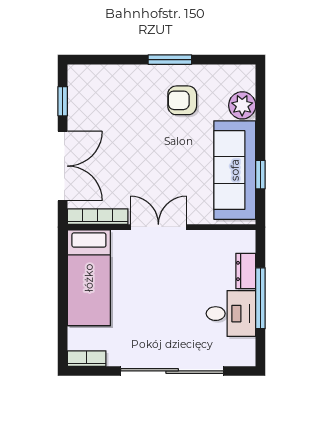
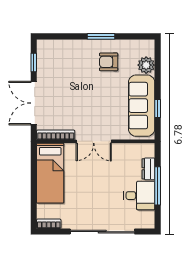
double door: (63, 166) -> (34, 103), swing flipped
double door: (158, 227) -> (94, 141), swing flipped

